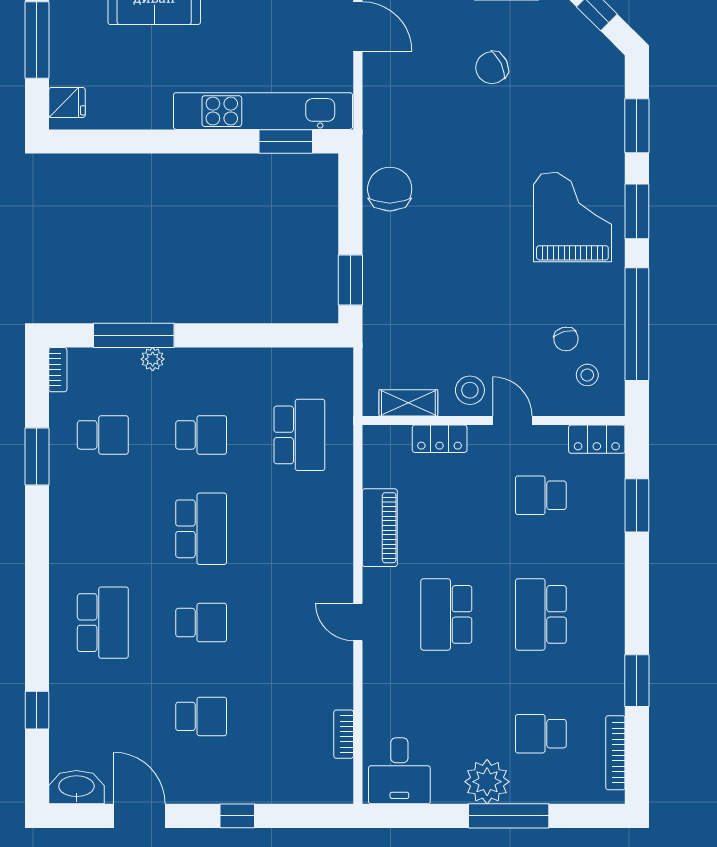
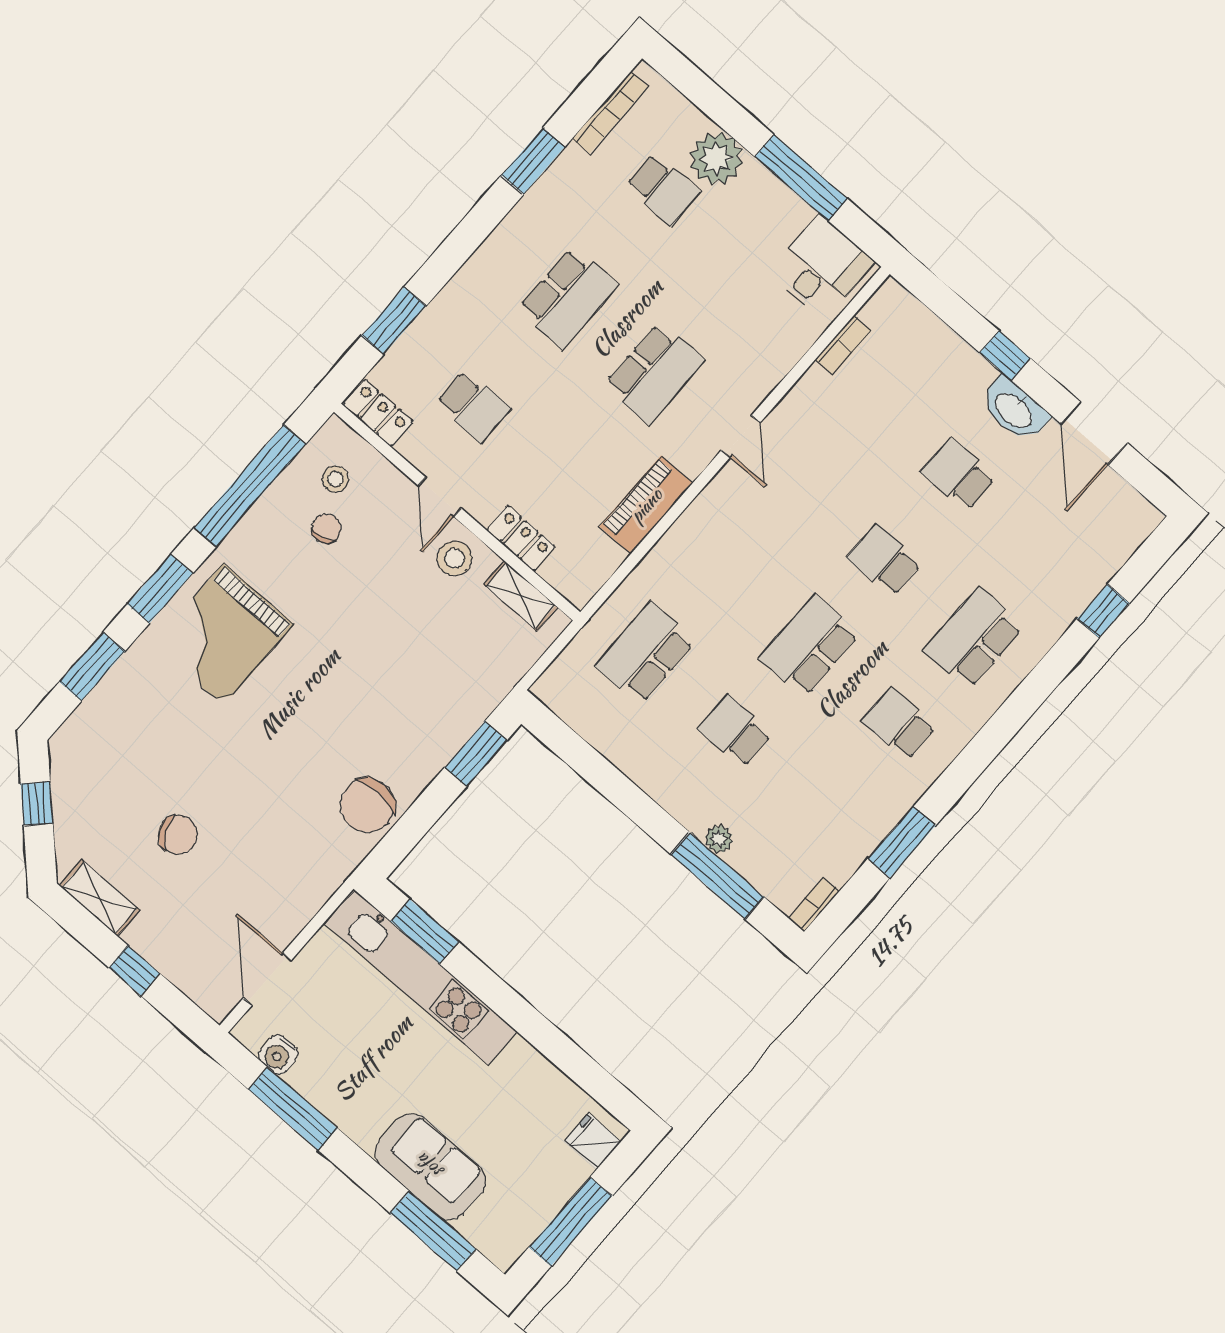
school desk: (103, 435) -> (899, 724), moved
plant: (487, 782) -> (716, 159), moved
washbasin: (76, 787) -> (1014, 410), moved
window: (509, 816) -> (801, 178), moved

